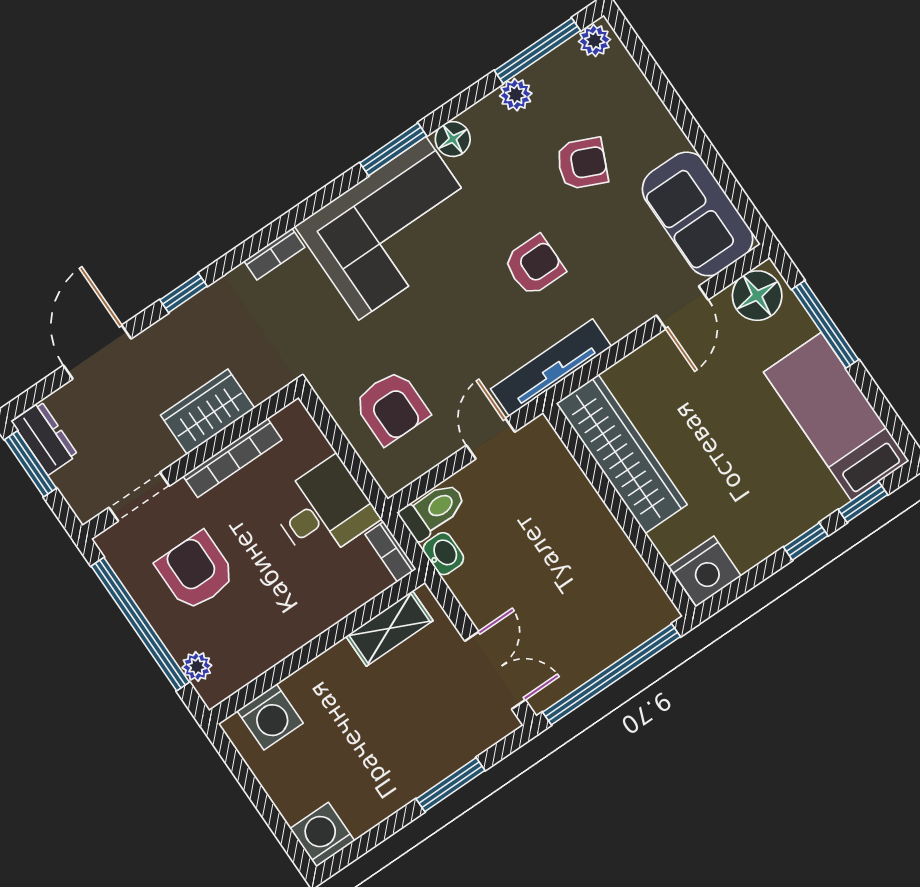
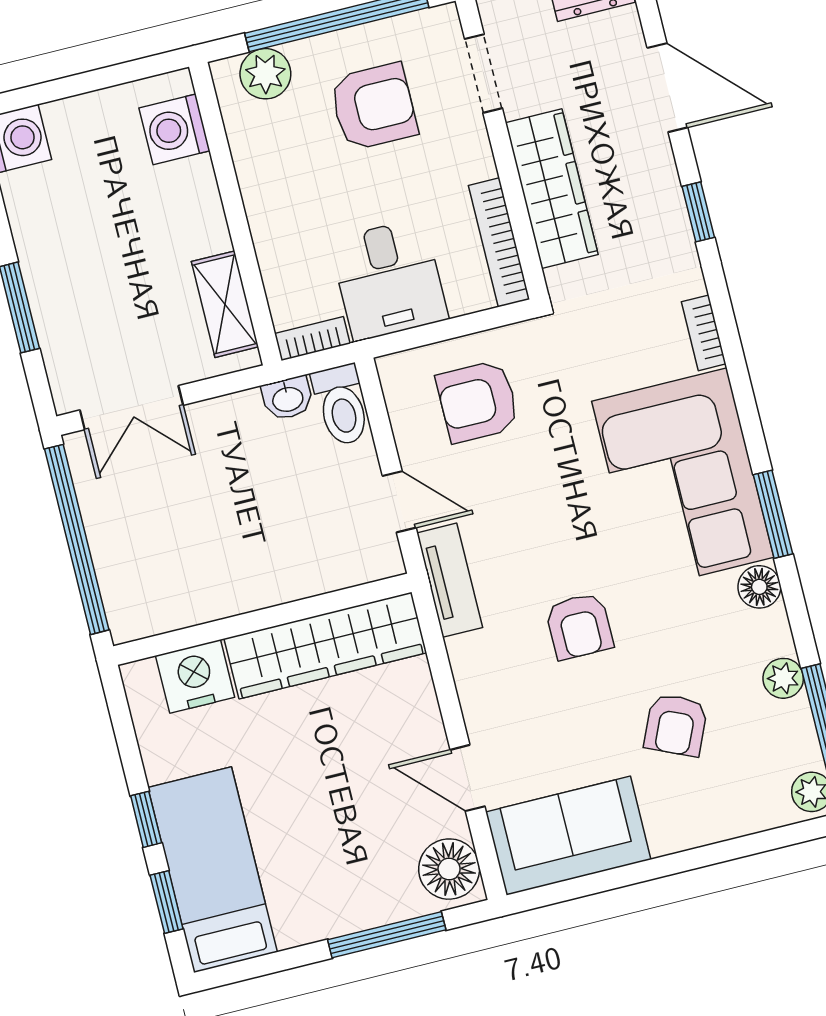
tv unit: (551, 368) -> (450, 580), width x0.71
wardrobe: (208, 412) -> (552, 189), width x1.50
bed: (836, 417) -> (213, 870), moved, turned -90
bookcase: (232, 458) -> (499, 242), moved
nightstand: (705, 571) -> (195, 676), moved, turned 90
plant: (197, 667) -> (265, 74), width x1.38, depth x1.38

